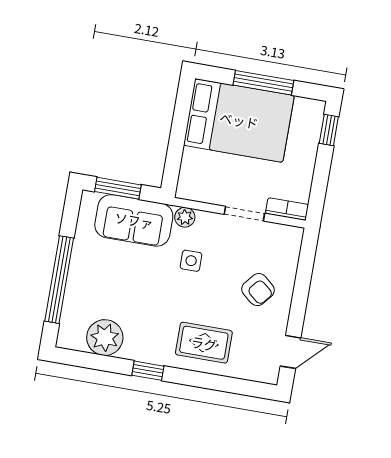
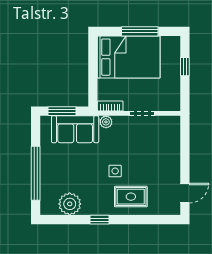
window: (329, 130) -> (185, 67), moved
bookcase: (287, 209) -> (110, 106), moved
side table: (191, 261) -> (115, 171), moved
armchair: (258, 290) -> (158, 158), removed

